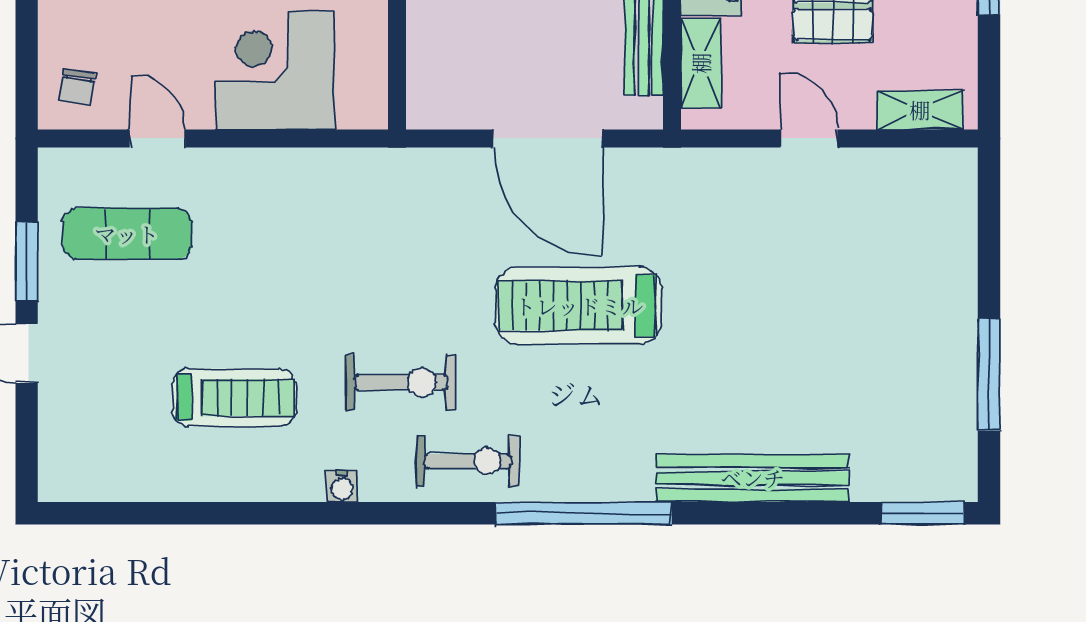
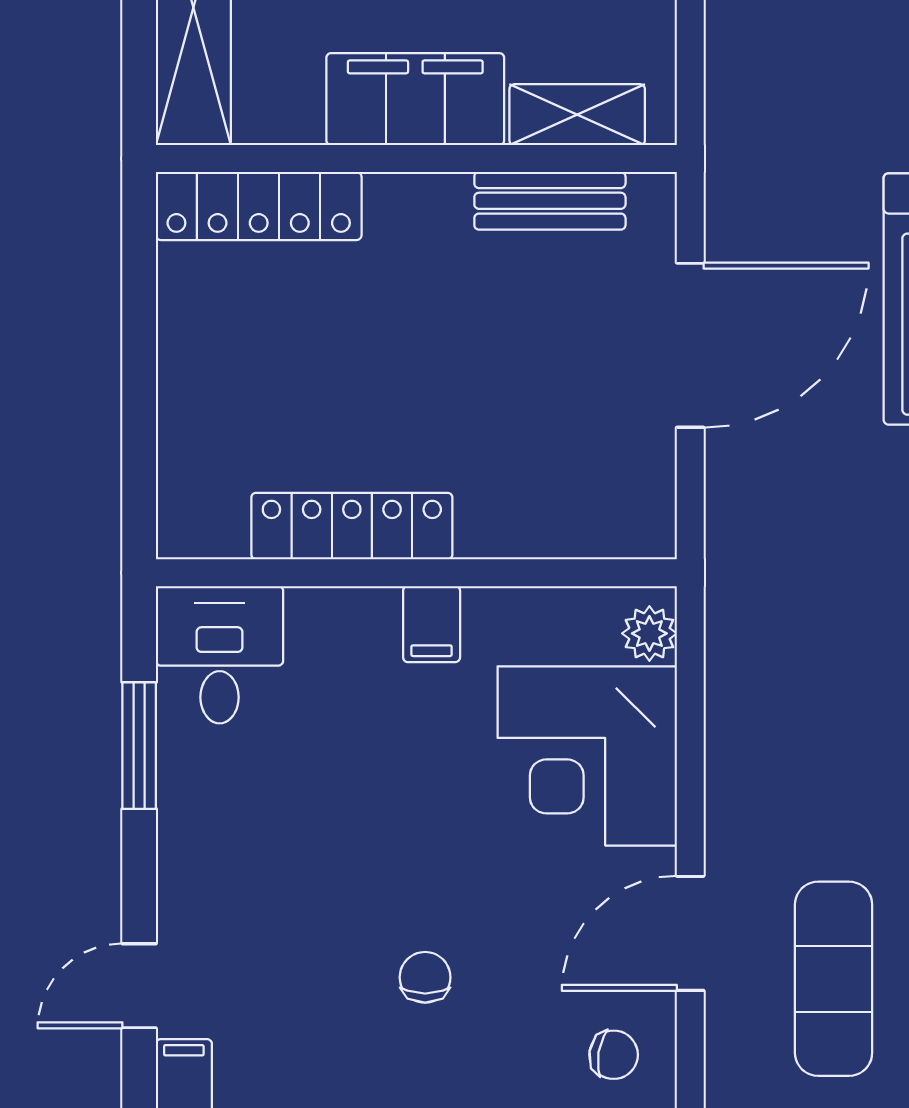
plant: (357, 111) -> (649, 633), added
door: (157, 138) -> (690, 933), width x1.38

